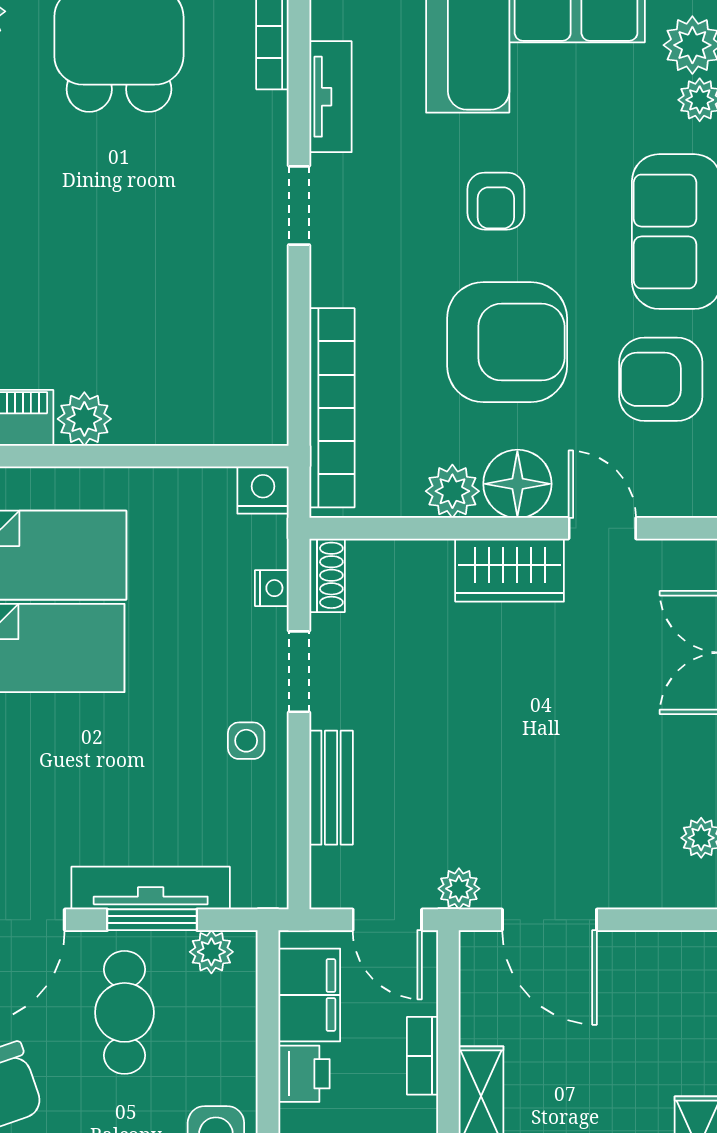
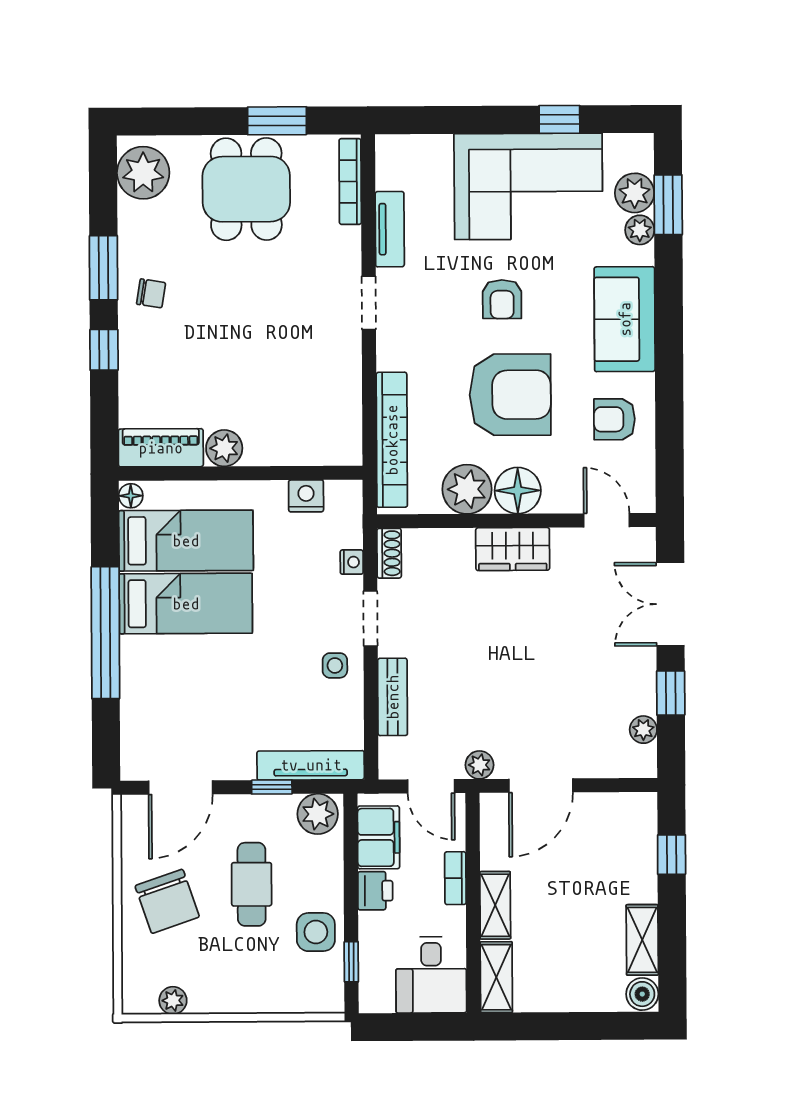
armchair: (661, 379) -> (614, 419), width x0.72, depth x0.72
nightstand: (263, 490) -> (306, 496), moved
plant: (452, 491) -> (467, 489), width x1.36, depth x1.36
door: (602, 528) -> (607, 520), moved
tv unit: (151, 888) -> (311, 765), moved
window: (152, 920) -> (272, 787), width x0.67
door: (549, 920) -> (541, 786), hinge flipped
plant: (211, 952) -> (318, 814), width x1.38, depth x1.38
cafe table: (124, 1012) -> (252, 884), moved

